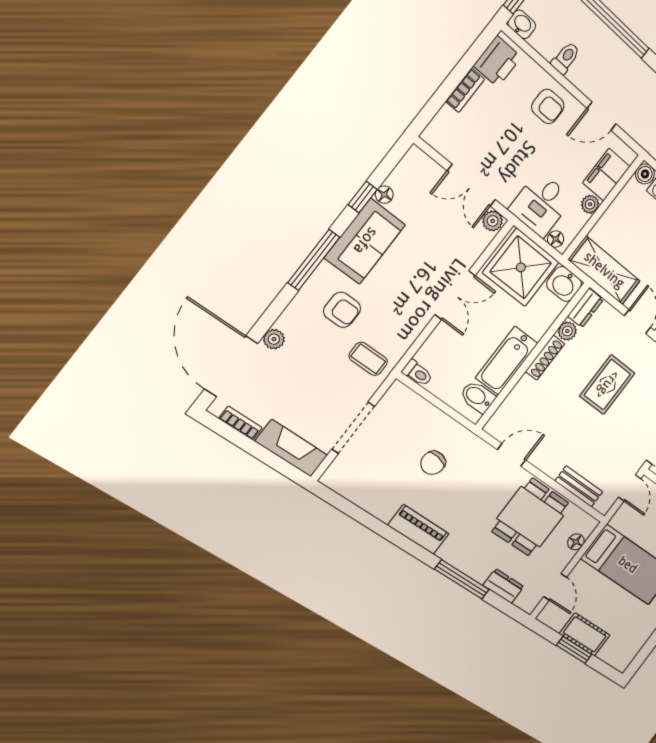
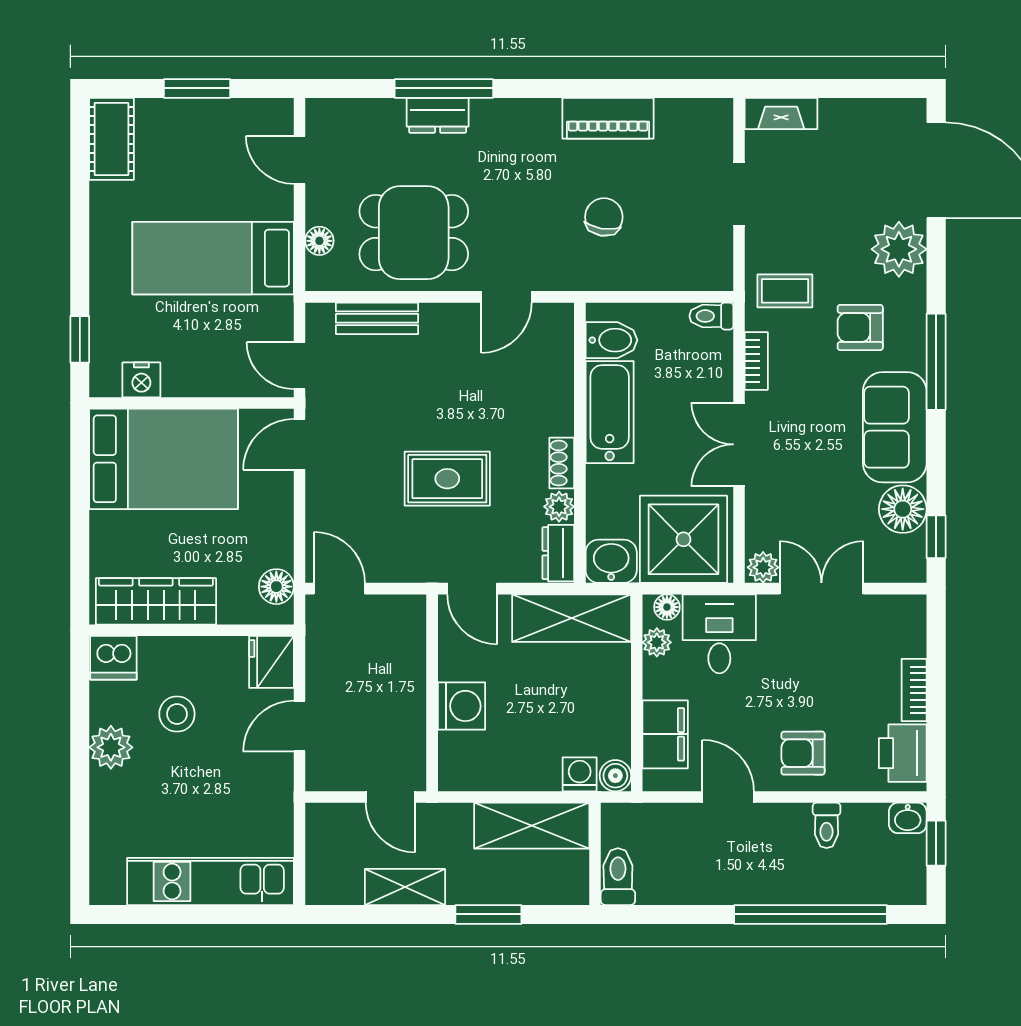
door: (601, 116) -> (728, 797), hinge flipped
floor lamp: (384, 195) -> (903, 509), width x1.89, depth x1.89
window: (363, 197) -> (936, 537), moved
plant: (590, 204) -> (657, 642), moved
plant: (274, 339) -> (899, 249), width x1.88, depth x1.88
shoe rack: (545, 358) -> (562, 463), width x0.70
rug: (607, 385) -> (447, 479), turned 90
bookcase: (241, 423) -> (756, 361), moved, turned -90
doorway: (353, 428) -> (739, 194), width x0.73
fireplace: (291, 448) -> (781, 113), width x0.73, depth x0.76
dining table: (530, 517) -> (414, 233), turned 90
piano: (418, 529) -> (608, 118), moved
dresser: (503, 586) -> (438, 115), moved
cot: (585, 634) -> (112, 139), moved, turned 90

